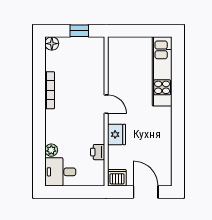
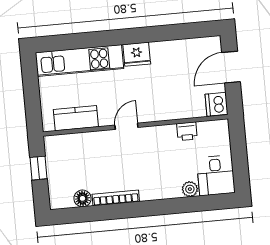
floor lamp: (52, 44) -> (83, 198), moved
kitchen counter: (116, 64) -> (76, 118), added
fridge: (117, 134) -> (137, 54), moved, turned 180

